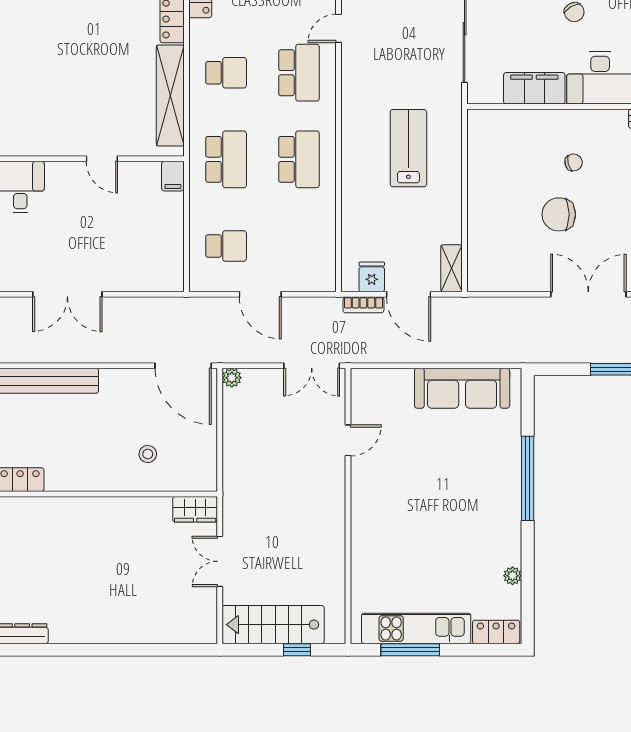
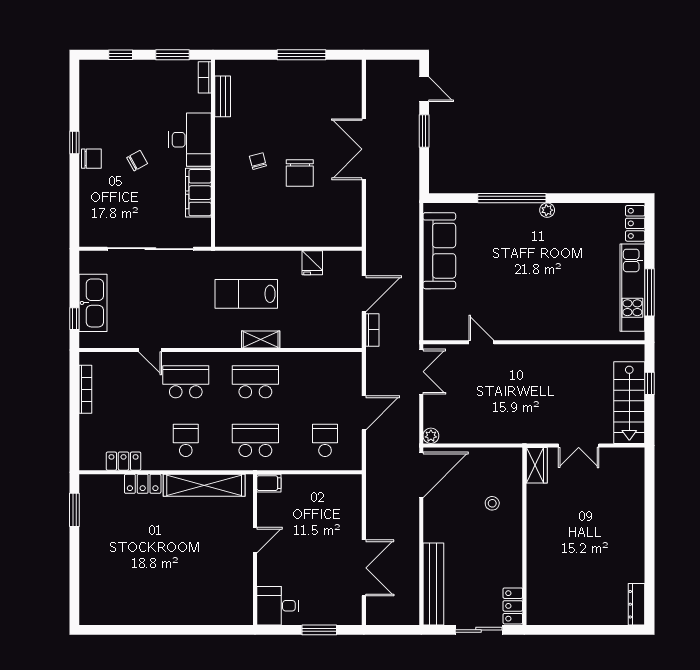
shelving: (452, 268) -> (261, 339), moved
fridge: (372, 277) -> (312, 263), moved, turned -90
plant: (513, 576) -> (547, 210), moved

